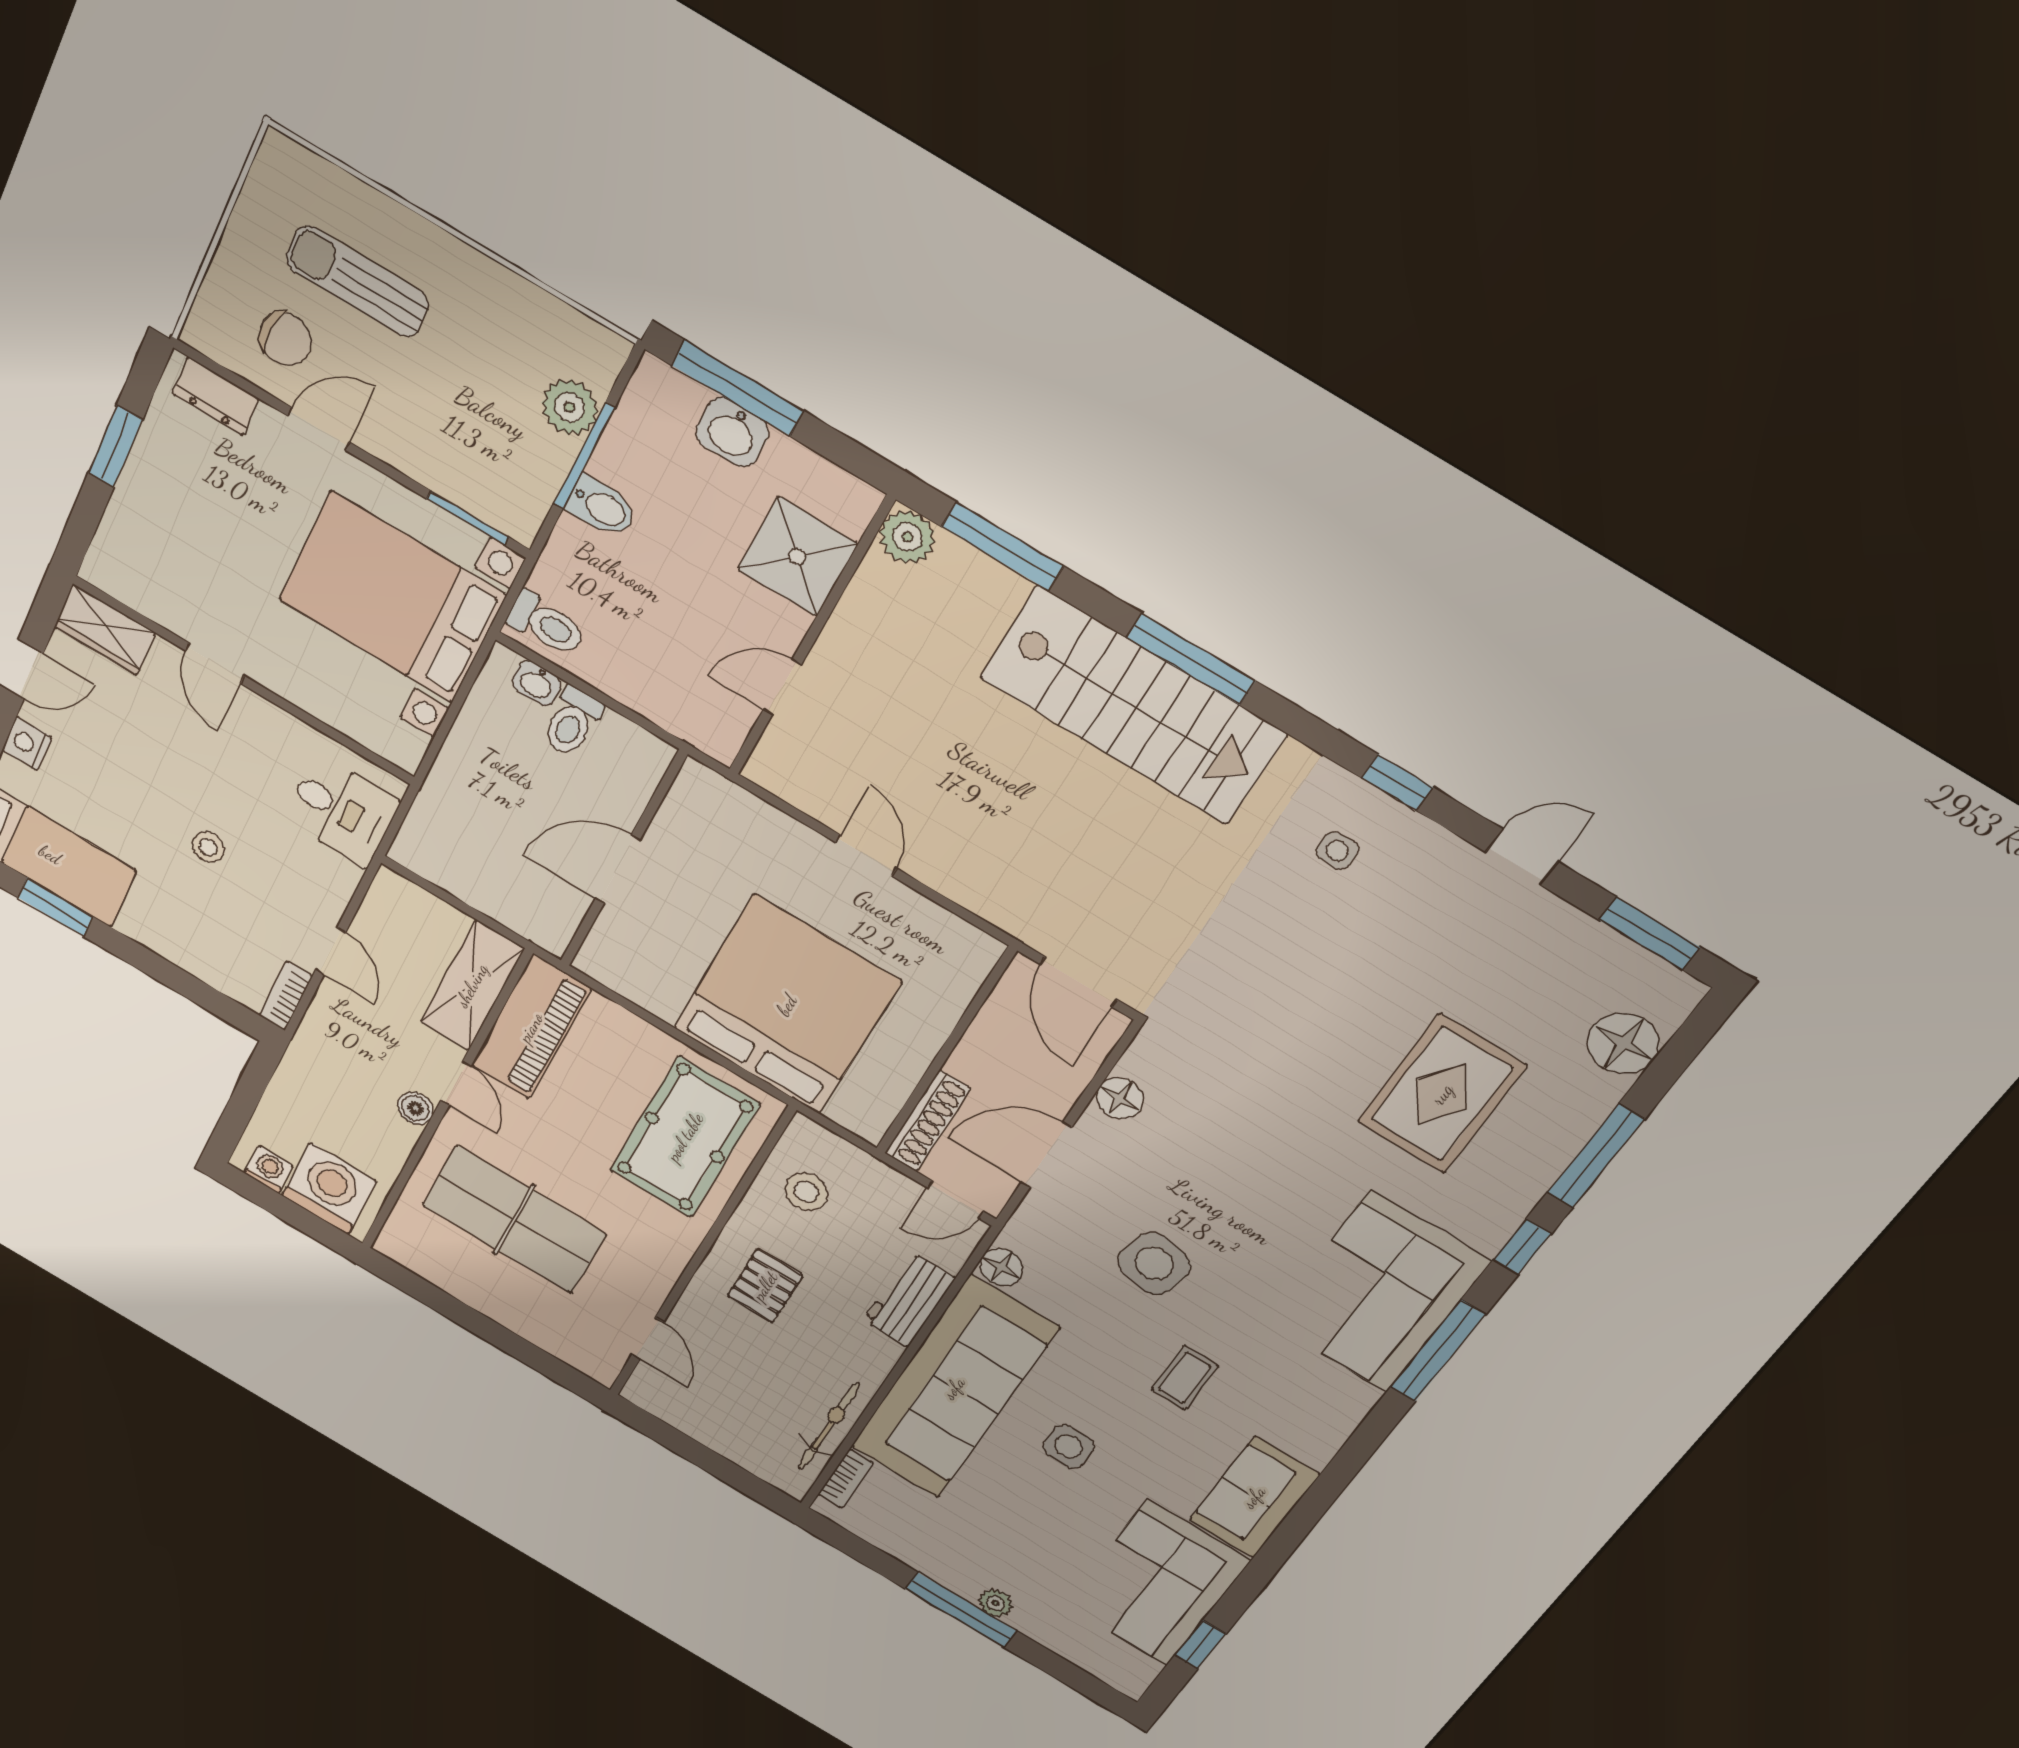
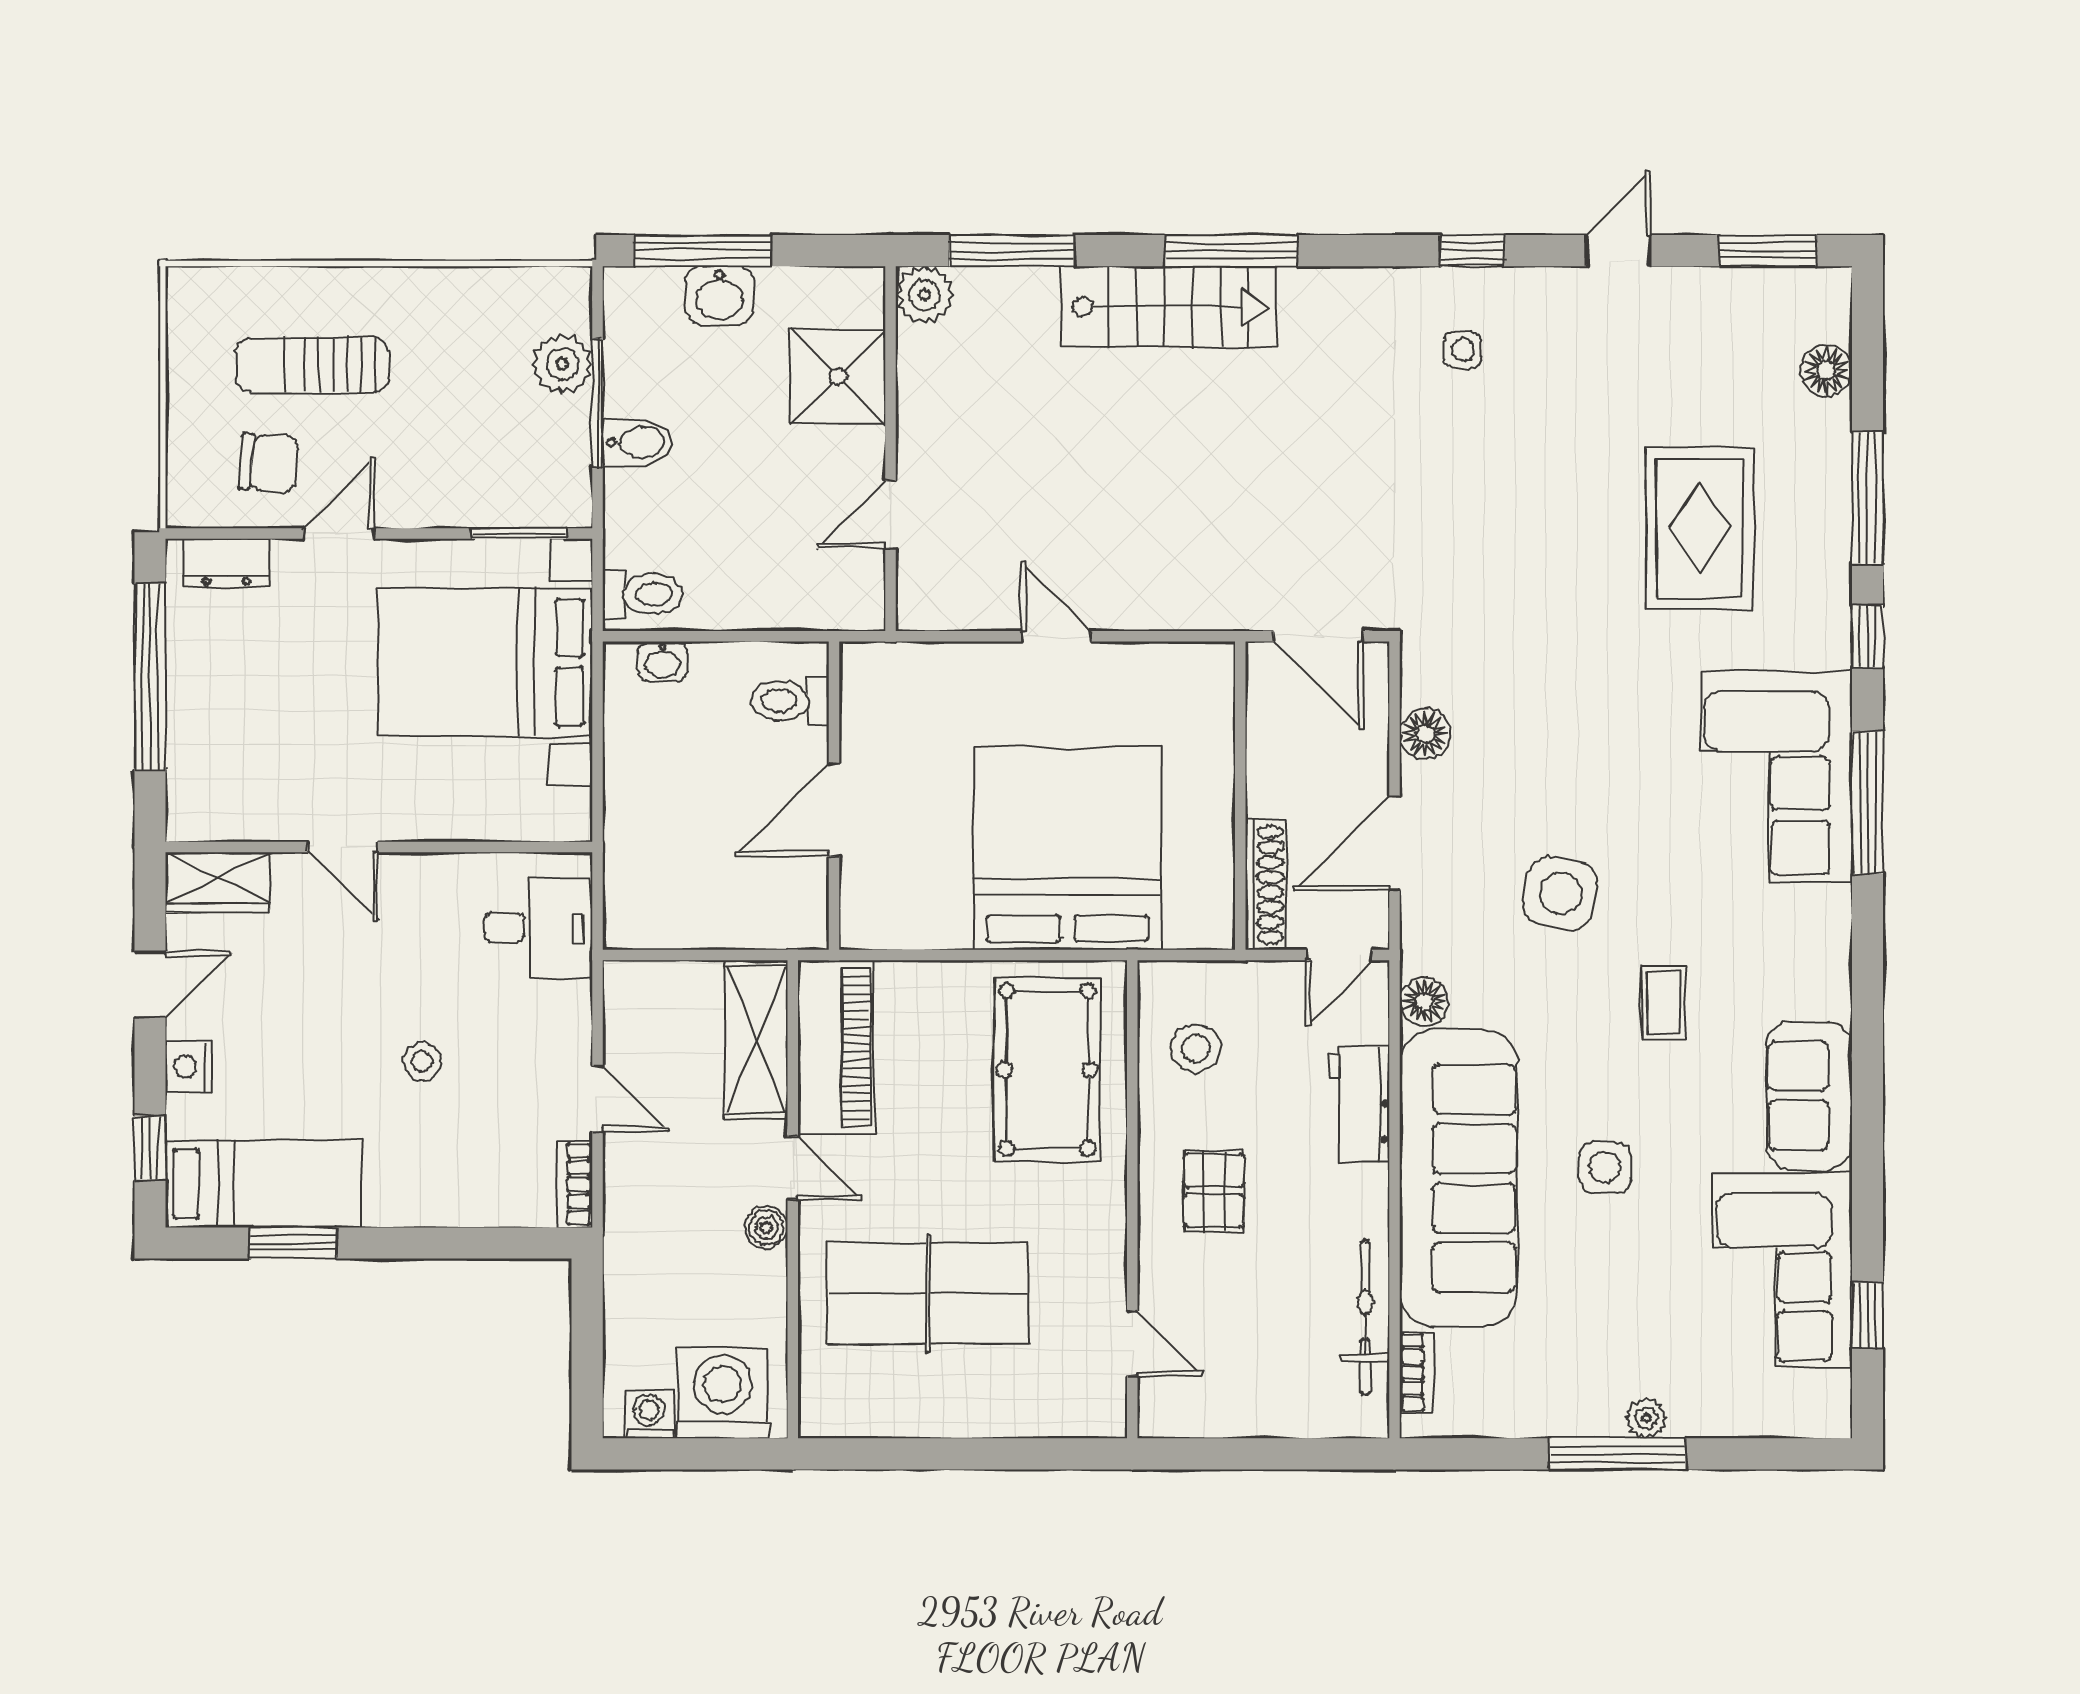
window: (115, 446) -> (150, 677), width x2.11
stairs: (1133, 706) -> (1169, 307), width x0.73, depth x0.66
toilet: (572, 722) -> (790, 701), moved, turned 90
floor lamp: (1623, 1044) -> (1826, 371), width x0.73, depth x0.73

